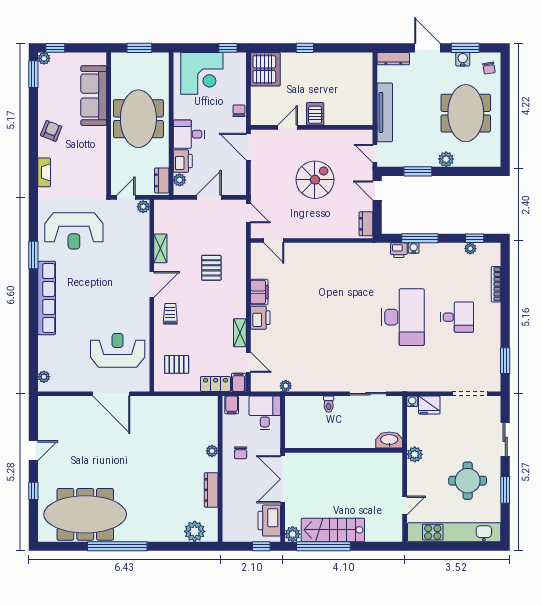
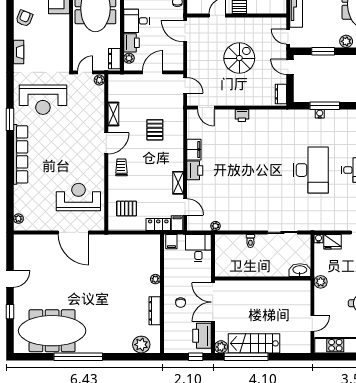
printer: (399, 250) -> (242, 115), moved
chair: (241, 453) -> (181, 303), moved

